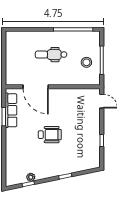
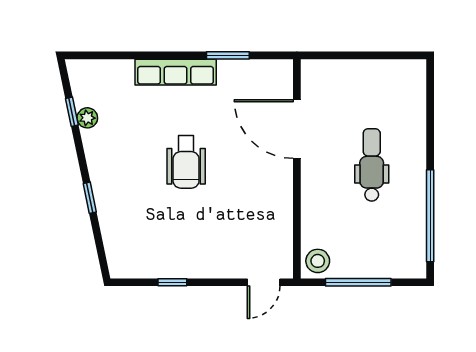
stool: (86, 62) -> (318, 261), moved
door: (36, 87) -> (297, 129), hinge flipped
row of seats: (11, 110) -> (176, 72), moved

